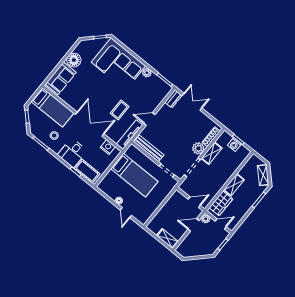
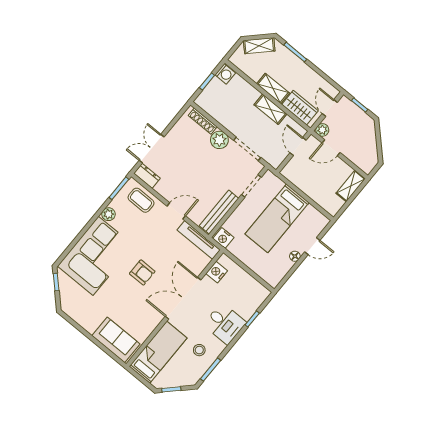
floor lamp: (74, 60) -> (89, 321), removed
armchair: (107, 96) -> (142, 272), added
coffee table: (120, 110) -> (141, 200), moved
door: (149, 119) -> (176, 211), swing flipped
washing machine: (234, 145) -> (225, 74), moved
nightstand: (131, 151) -> (223, 238), added
shelving: (212, 153) -> (270, 109), moved
cot: (87, 171) -> (252, 302), removed
bed: (134, 175) -> (277, 218), moved, turned 180
door: (193, 225) -> (331, 148), hinge flipped

